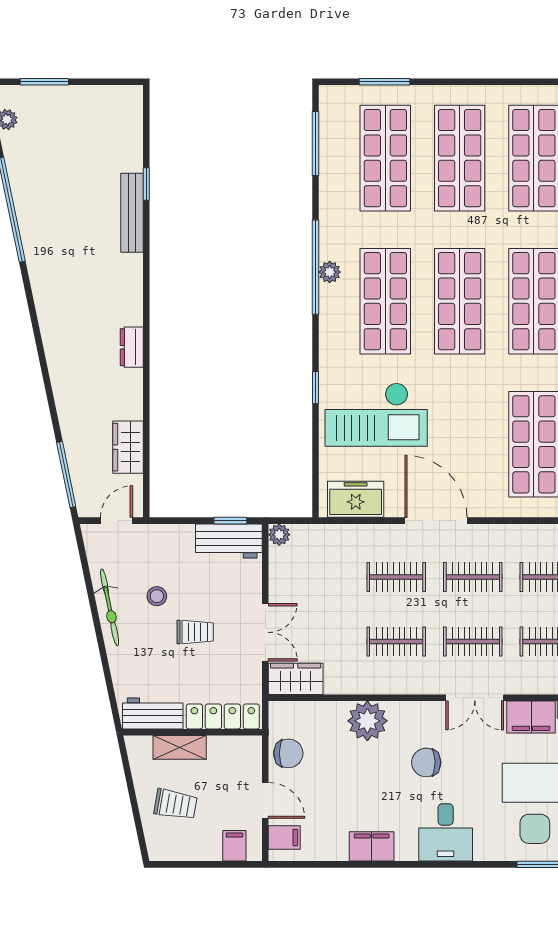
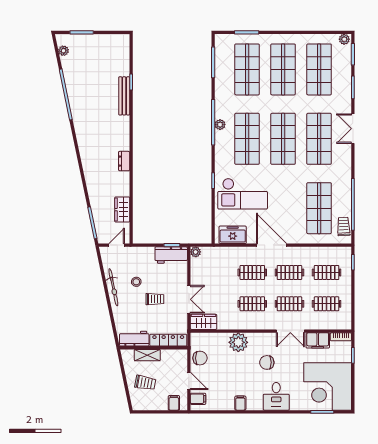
filing cabinet: (372, 846) -> (240, 403), width x0.50

